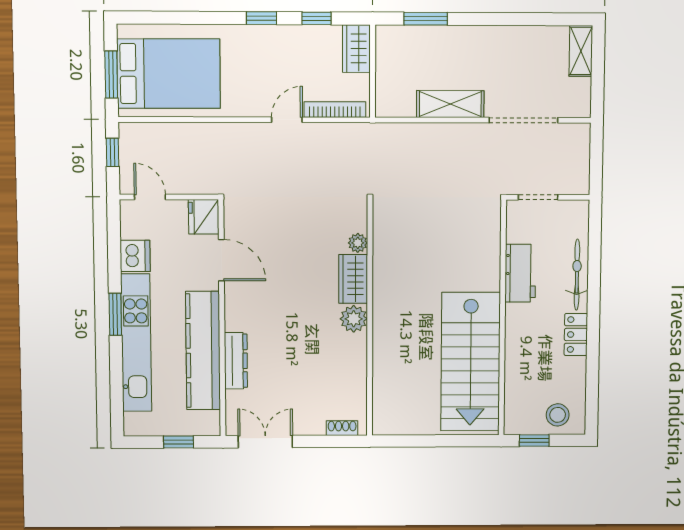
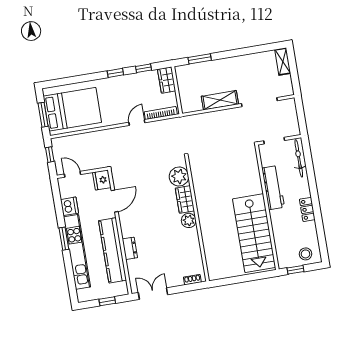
plant: (358, 243) -> (179, 176), width x1.88, depth x1.88
door: (221, 260) -> (115, 201), hinge flipped
workbench: (520, 273) -> (273, 188), width x1.38
bicycle: (577, 275) -> (299, 158), moved
dresser: (236, 361) -> (130, 248), width x0.70

